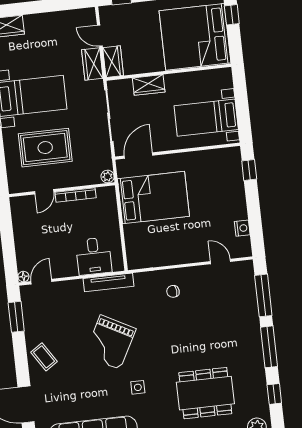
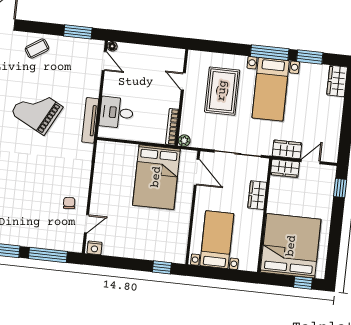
bookcase: (76, 195) -> (172, 127), moved
nightstand: (242, 228) -> (95, 248), moved
chair: (173, 291) -> (69, 203), moved

